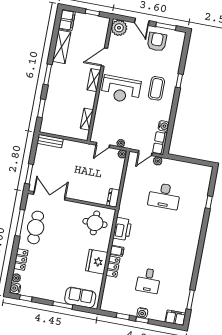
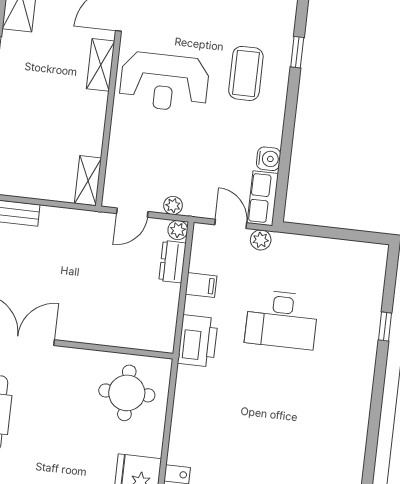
shelving: (87, 119) -> (88, 181), moved
door: (145, 153) -> (231, 224), swing flipped
dresser: (113, 198) -> (172, 262), moved
printer: (122, 229) -> (198, 341), moved
filing cabinet: (117, 251) -> (201, 285), moved

